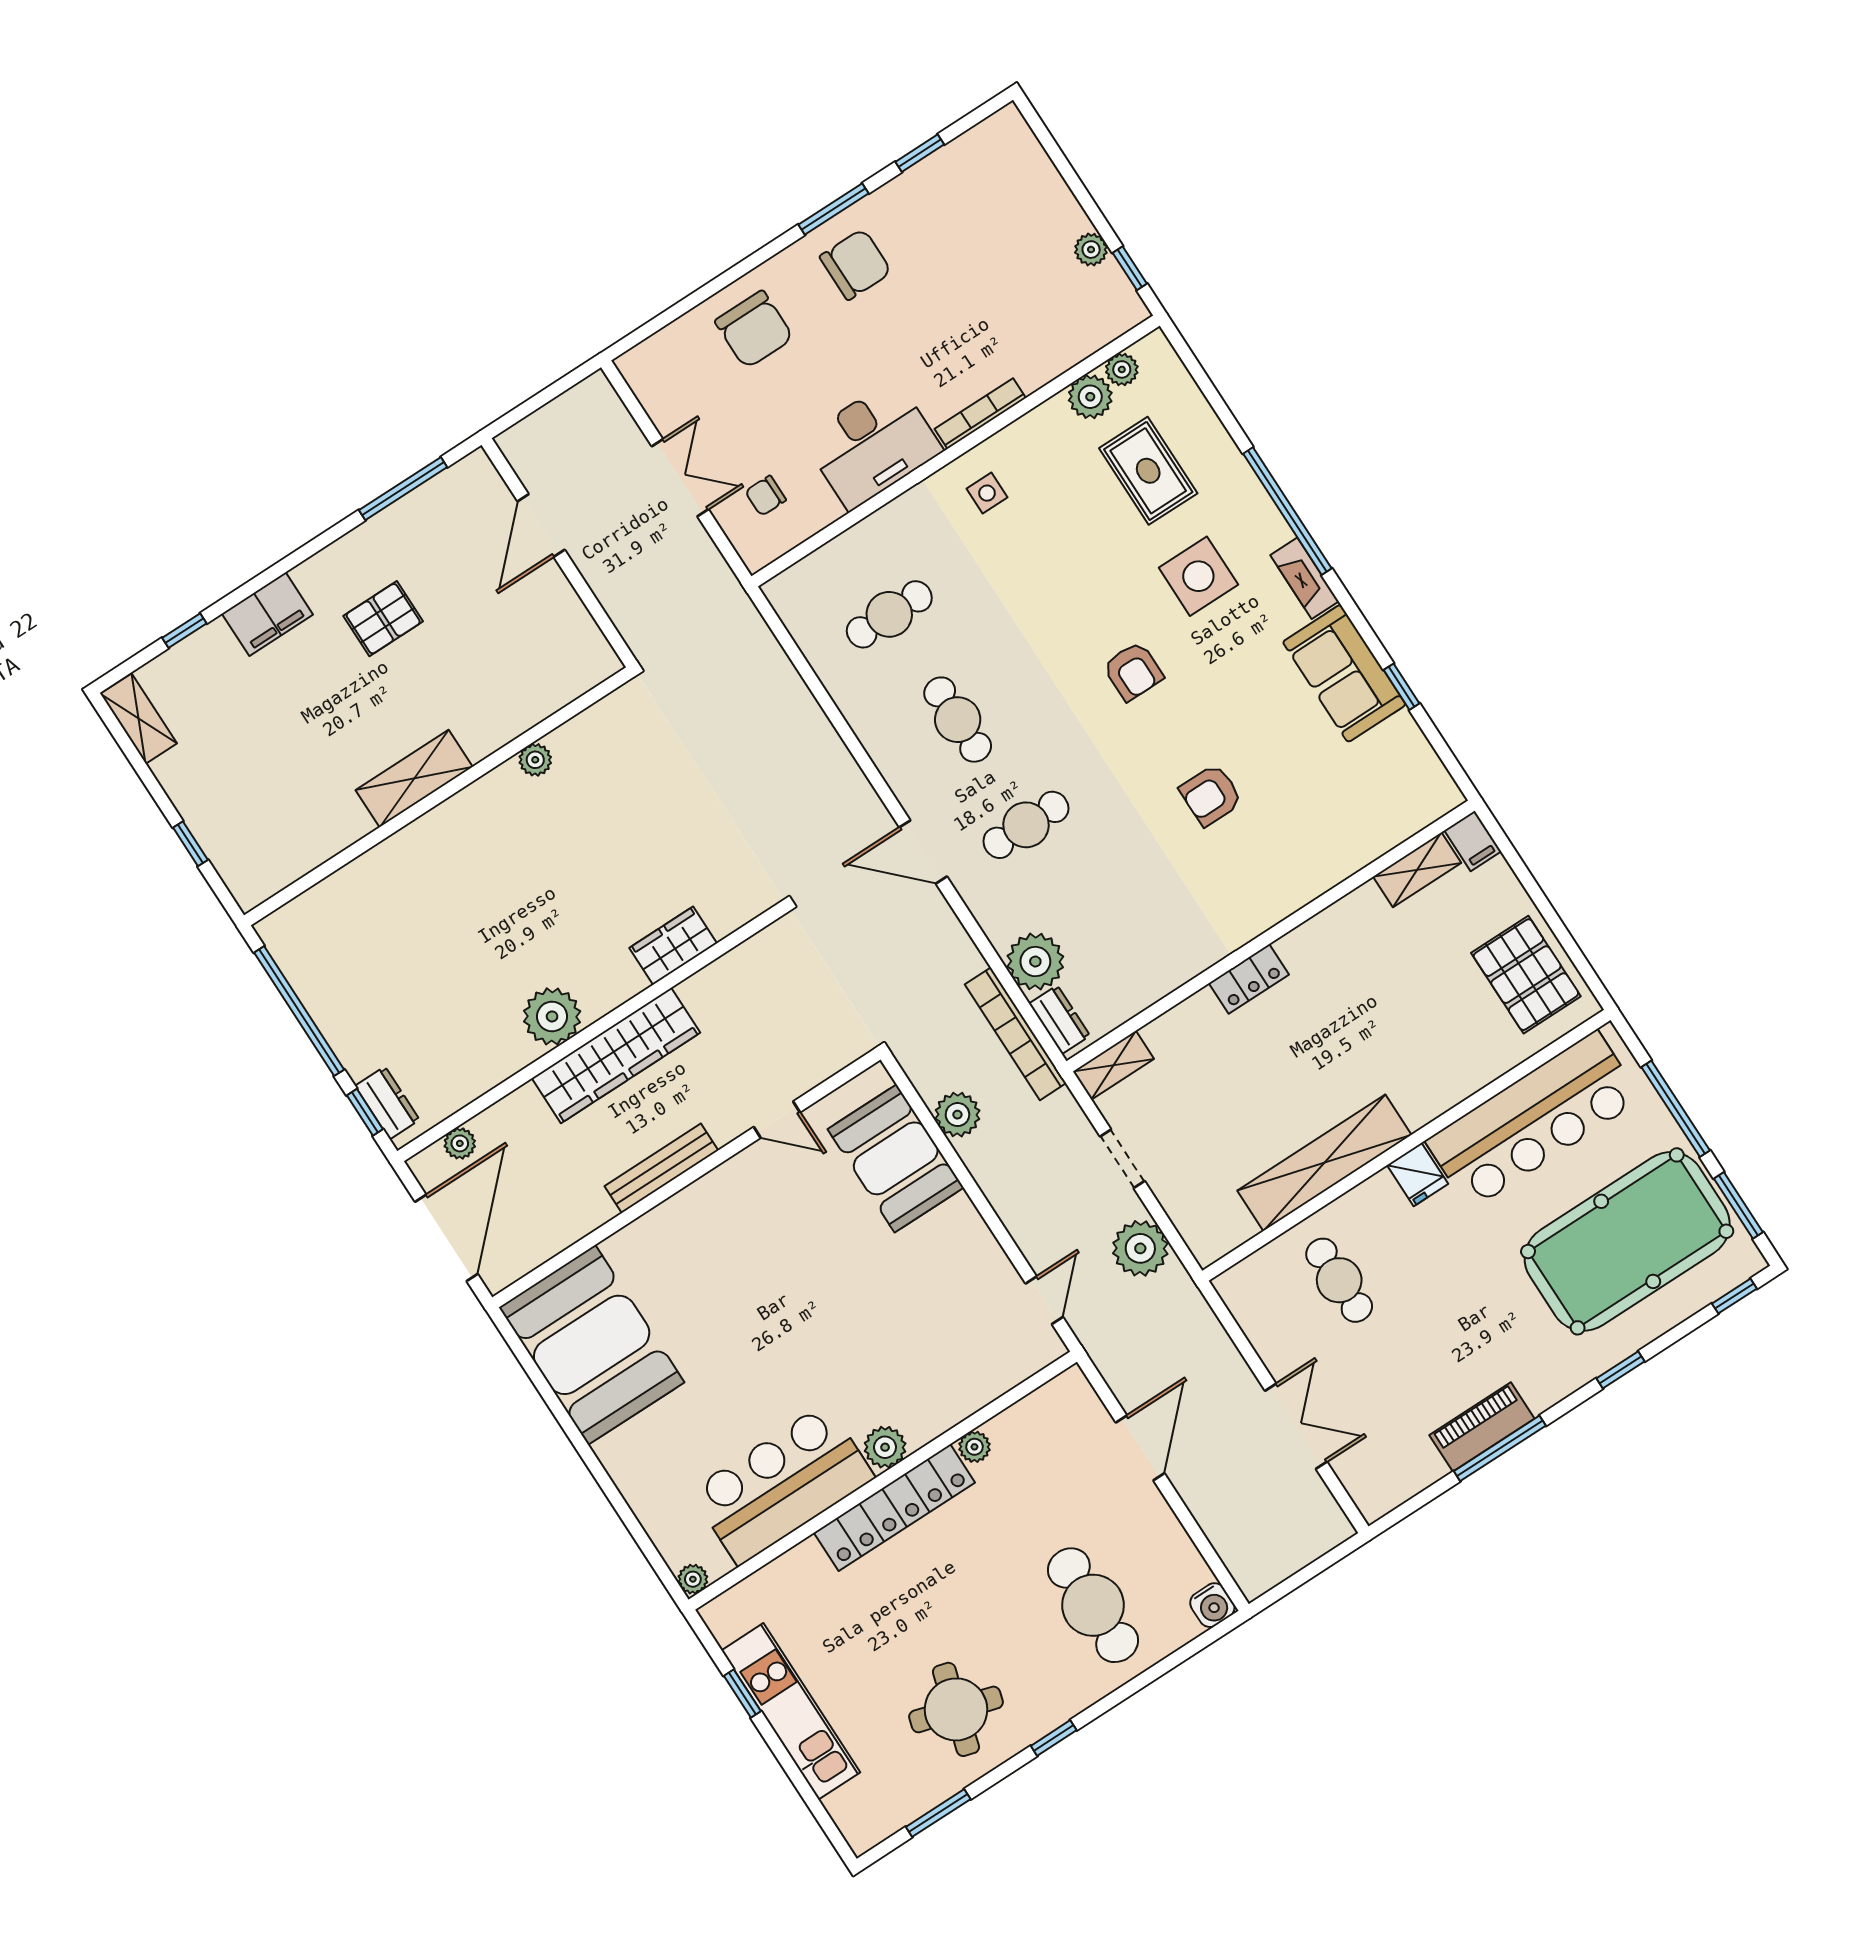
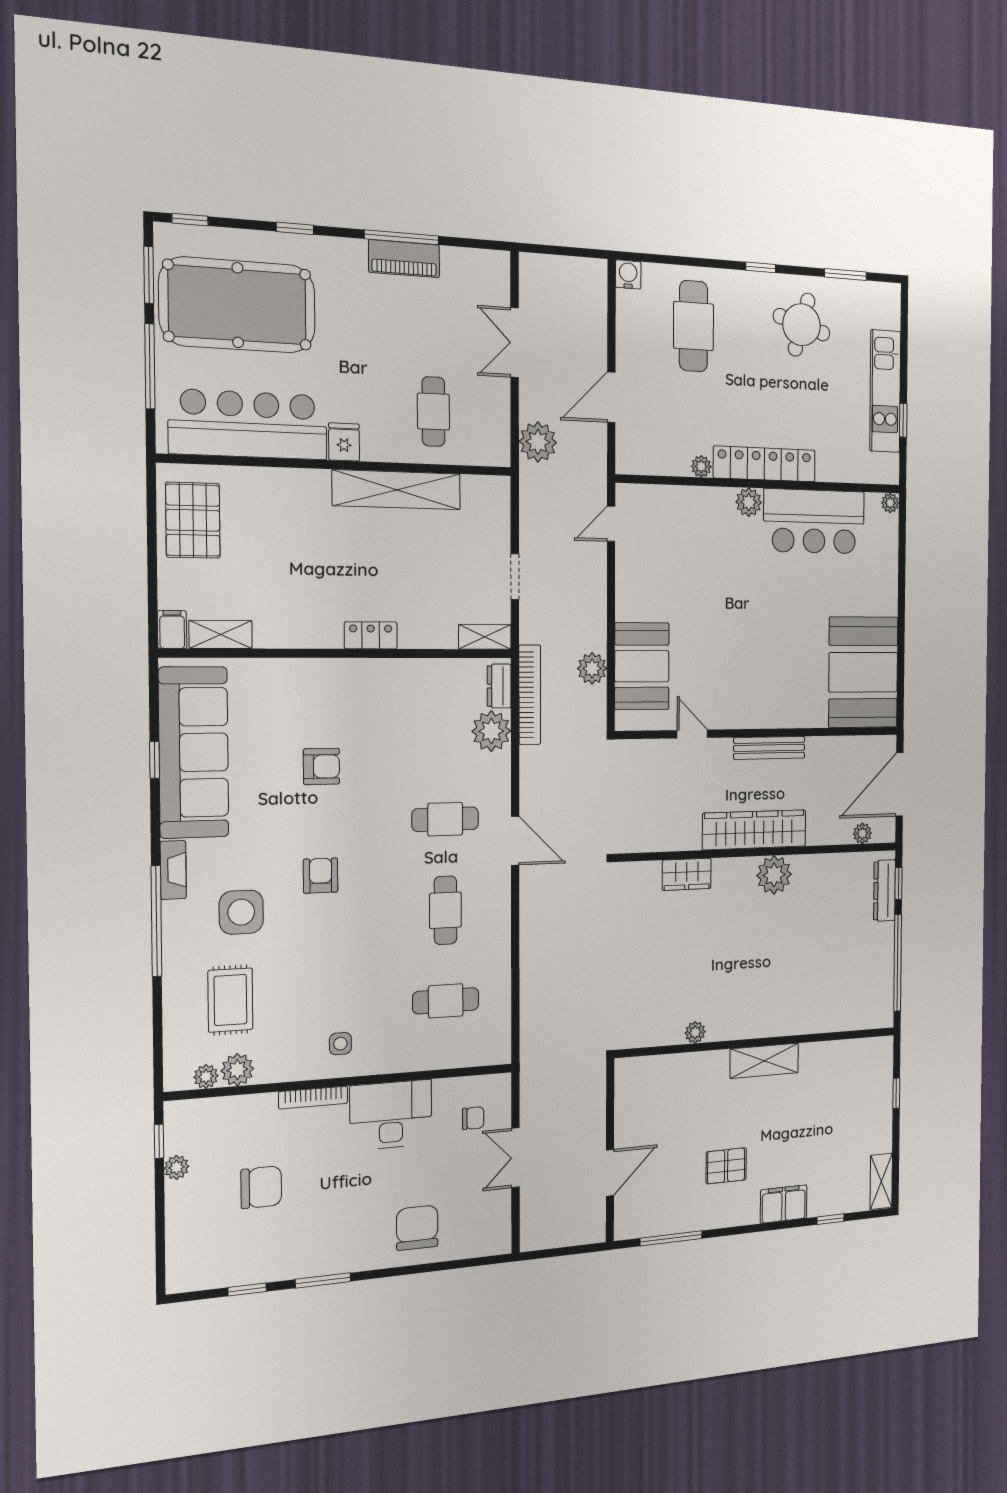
chair: (856, 264) -> (261, 1187), moved, turned 180
sofa: (1344, 673) -> (194, 752), width x1.85, depth x1.27
dresser: (387, 1103) -> (884, 891), width x1.44
plant: (1140, 1248) -> (538, 442), moved

